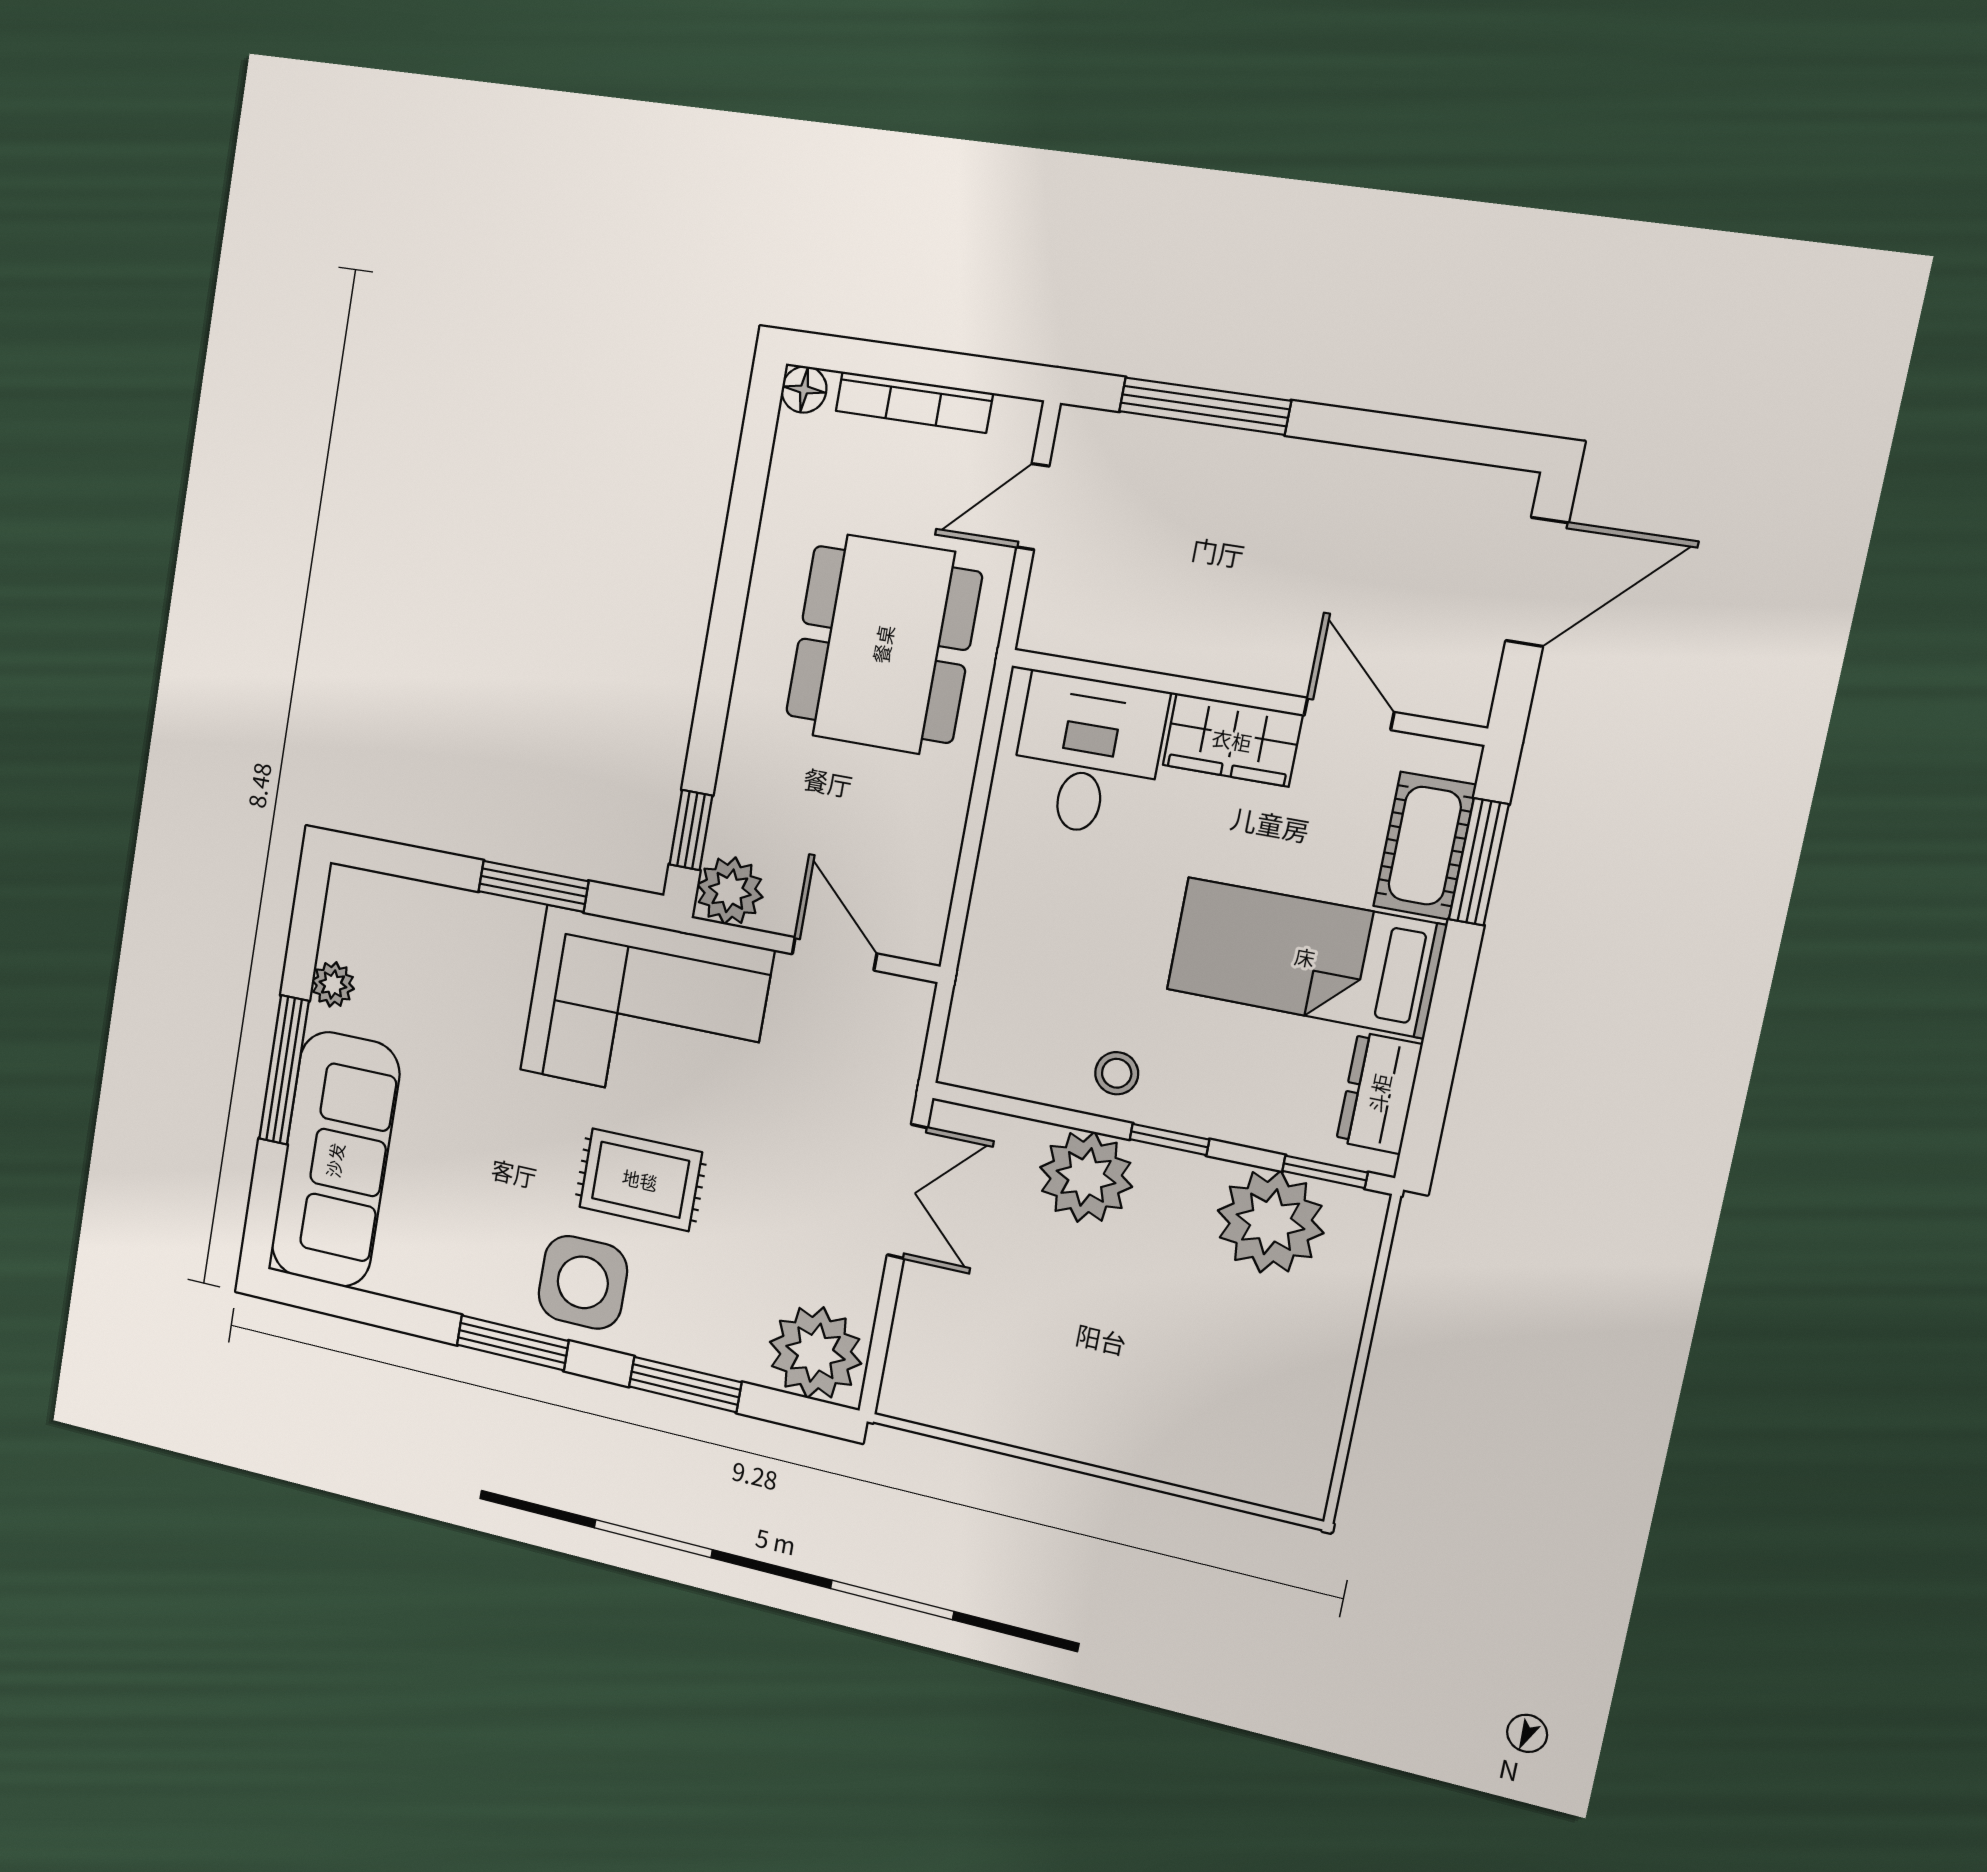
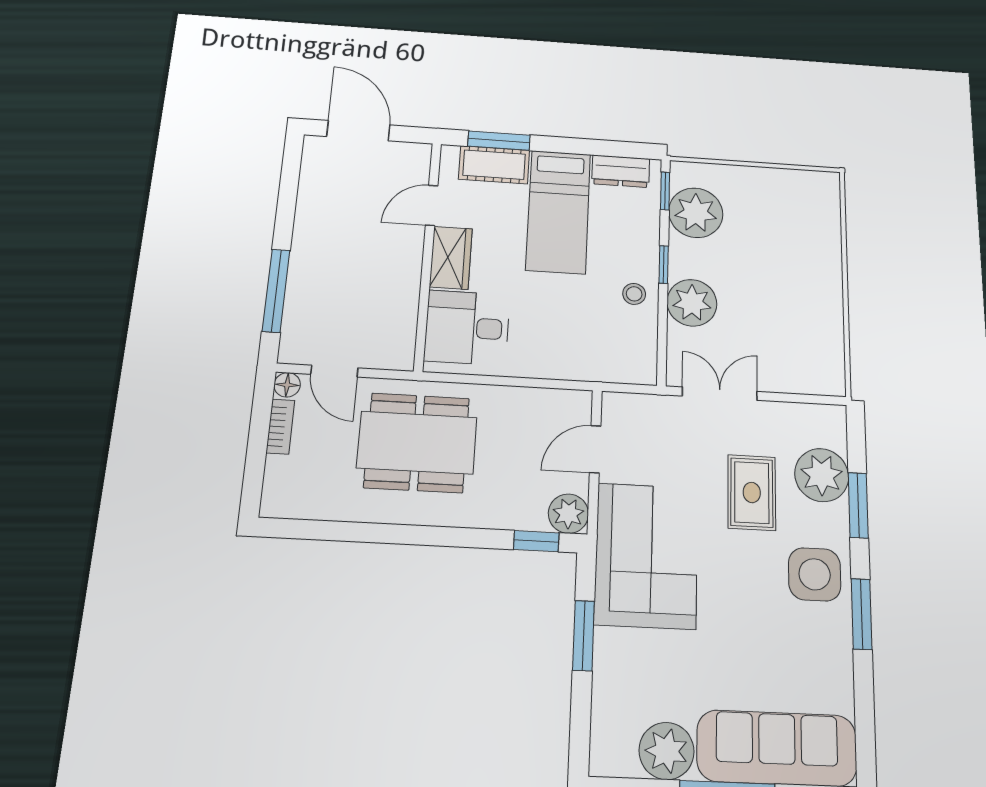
floor lamp: (804, 390) -> (287, 385), moved
bookcase: (914, 402) -> (280, 427), width x0.64
plant: (333, 984) -> (667, 751), width x1.88, depth x1.88
rug: (640, 1180) -> (752, 493), moved
plant: (815, 1353) -> (822, 475), moved

